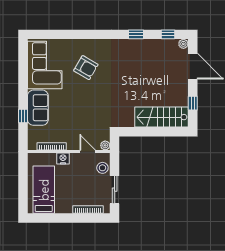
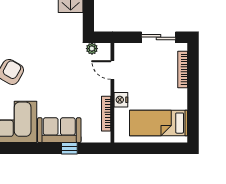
plant: (105, 145) -> (92, 49), moved
door: (88, 152) -> (112, 70), hinge flipped
stool: (102, 168) -> (132, 52), removed

